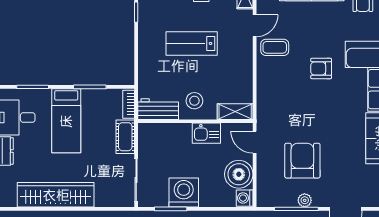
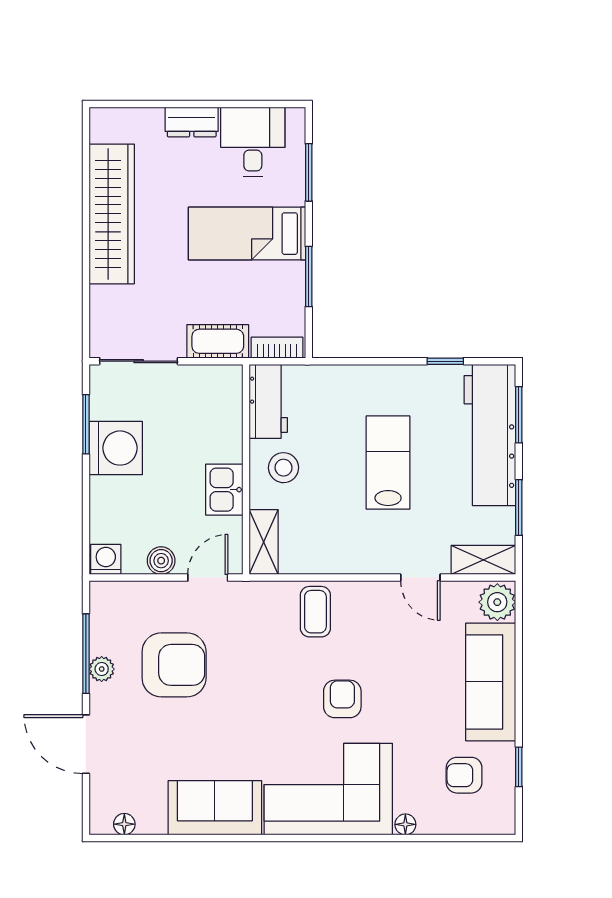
coffee table: (275, 47) -> (315, 612), moved
boiler: (239, 174) -> (161, 561), width x0.54, depth x0.54

